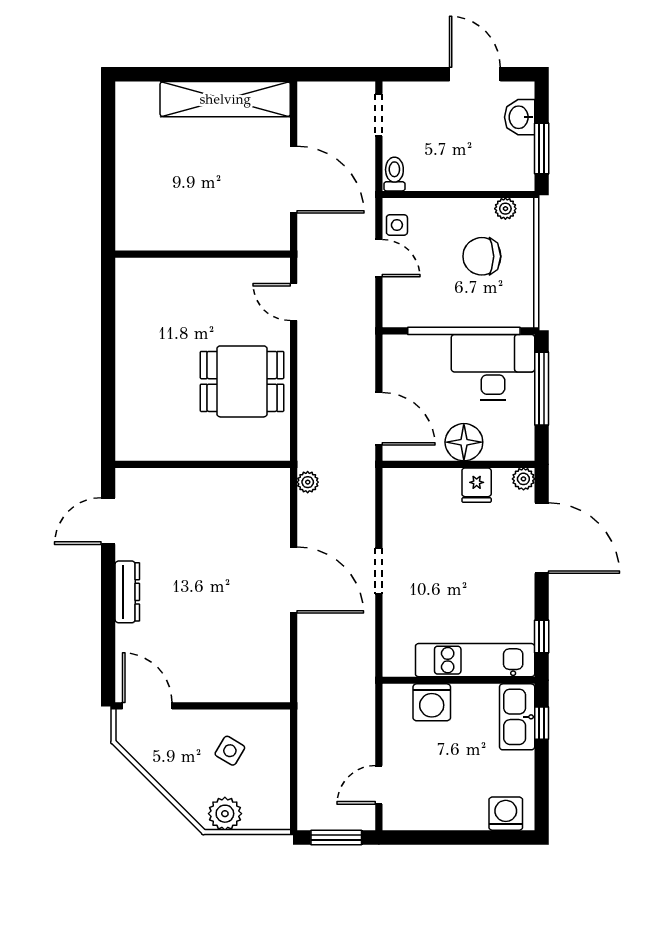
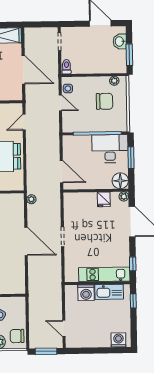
chair: (482, 256) -> (104, 101), turned 180
door: (294, 302) -> (24, 122), hinge flipped
window: (542, 389) -> (131, 158), width x0.69
floor lamp: (464, 442) -> (120, 181), moved
kitchen sink: (517, 717) -> (109, 292), moved, turned -90
door: (379, 785) -> (64, 328), hinge flipped
chair: (269, 801) -> (17, 336), added

